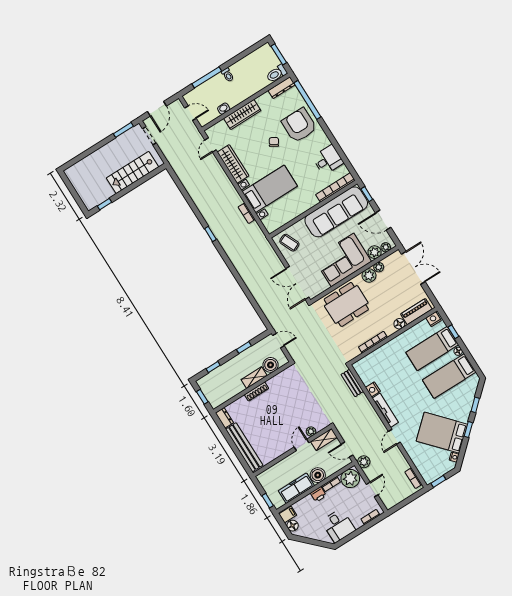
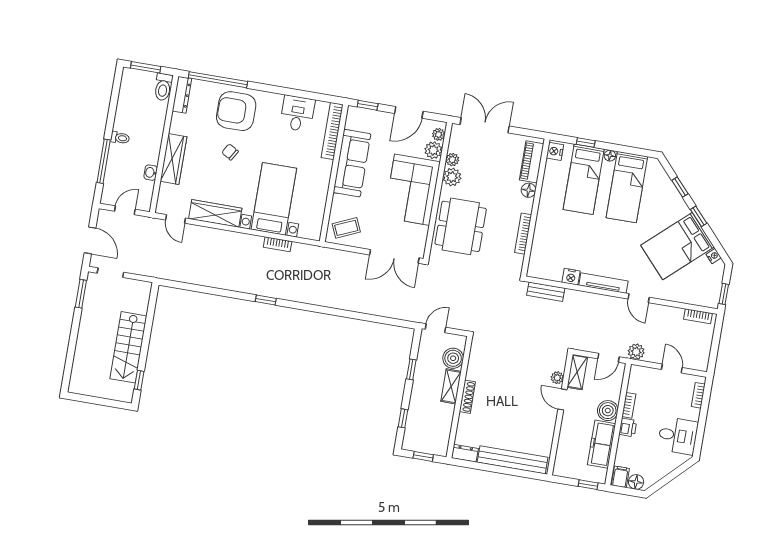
stairs: (132, 173) -> (128, 347), moved
sofa: (336, 212) -> (352, 163), width x0.74, depth x0.79
plant: (350, 479) -> (641, 381), removed

